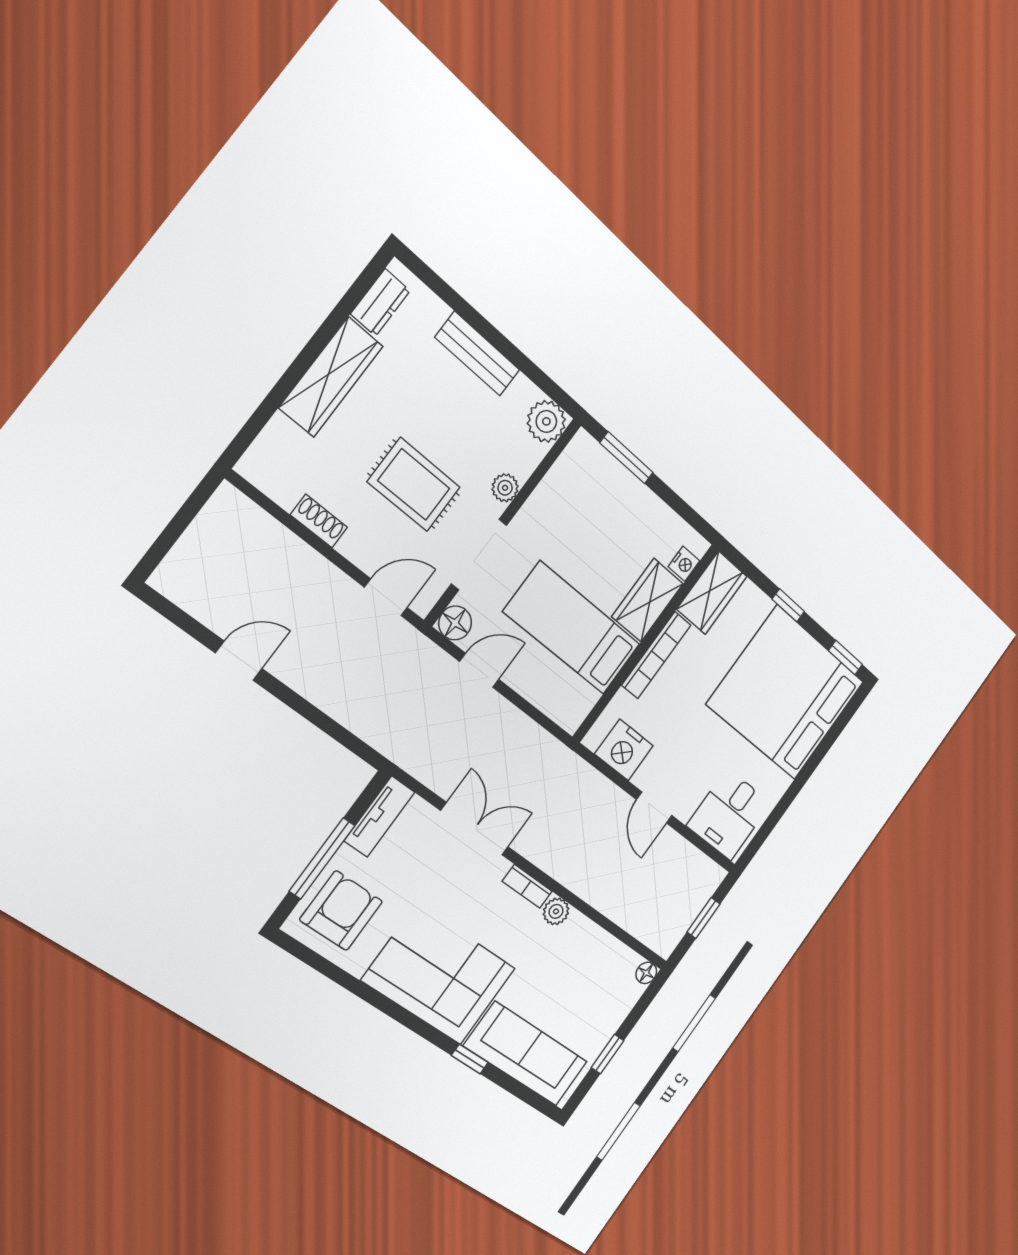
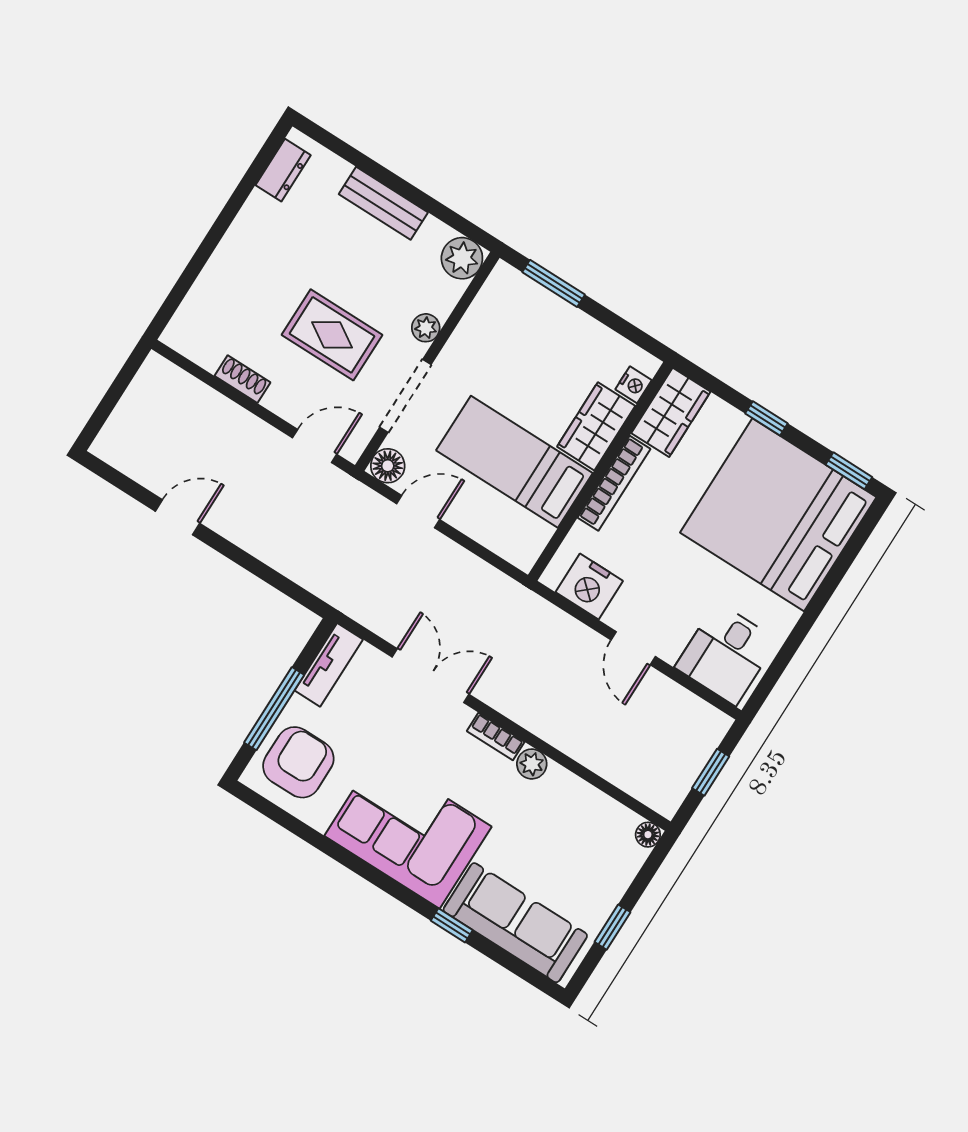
wardrobe: (331, 377) -> (242, 245), removed

